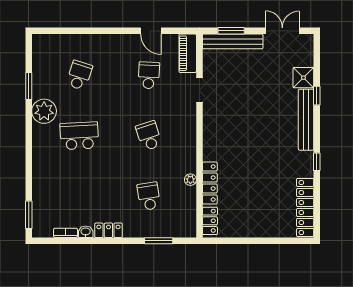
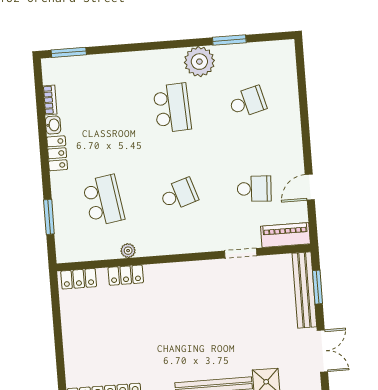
school desk: (79, 75) -> (248, 102), turned -33
locker: (210, 183) -> (126, 275), width x0.66
school desk: (149, 196) -> (103, 200), width x1.85

